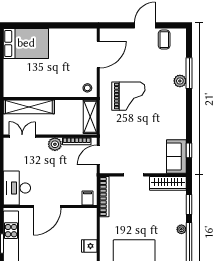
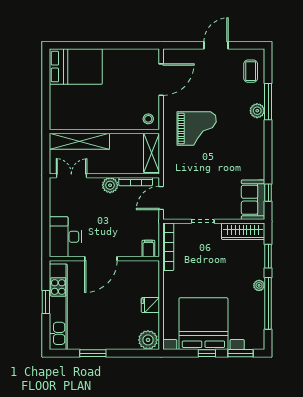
coffee table: (164, 40) -> (251, 71), moved

